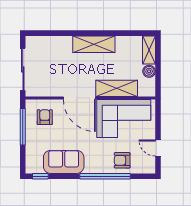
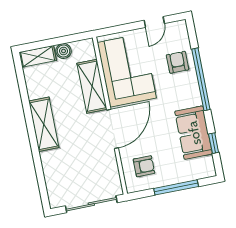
armchair: (45, 117) -> (144, 166), turned 180
window: (23, 127) -> (176, 187), moved
armchair: (122, 160) -> (178, 62), turned 180
window: (40, 176) -> (214, 143), moved

